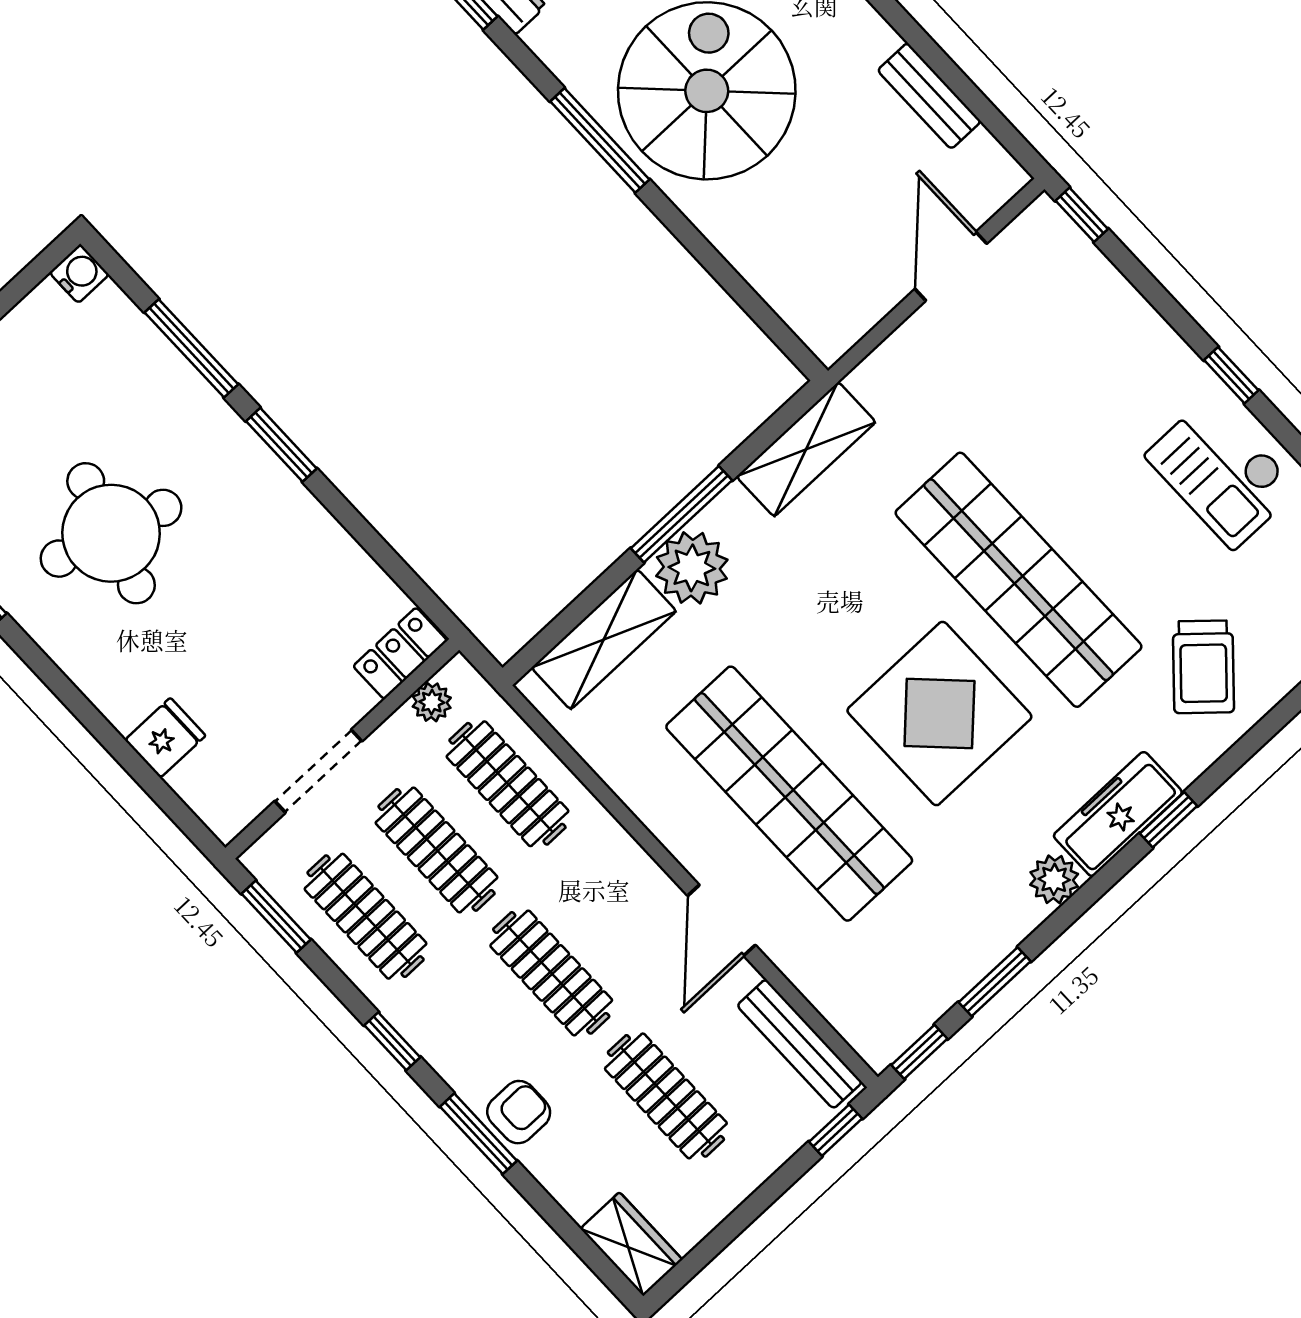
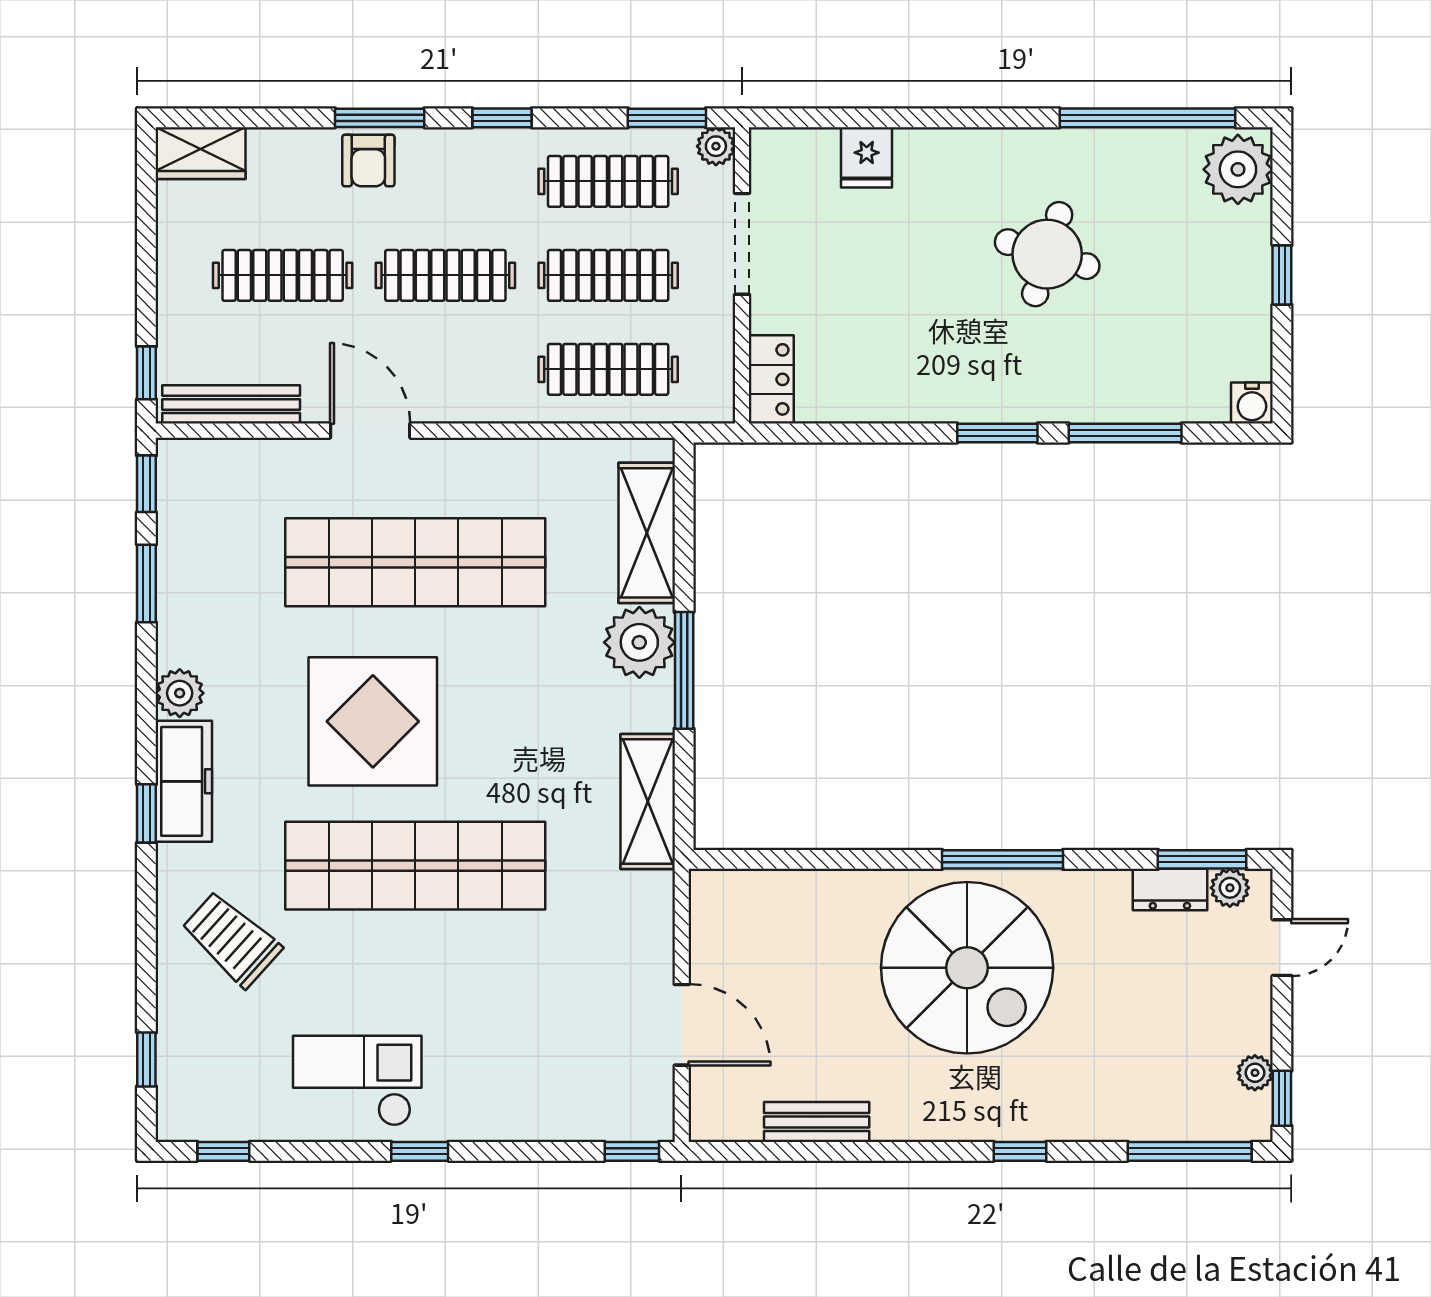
round table: (111, 533) -> (1047, 254), width x0.73, depth x0.73
plant: (432, 702) -> (716, 146), moved

